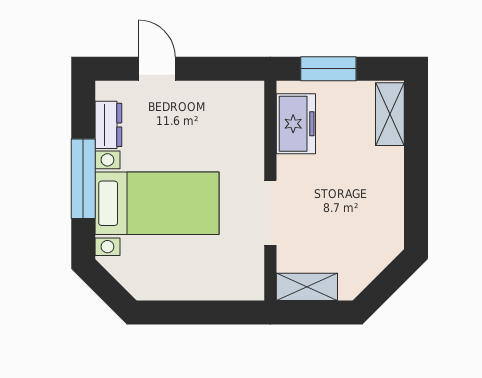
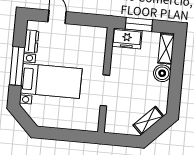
freezer: (296, 124) -> (127, 38), moved, turned 90
boiler: (386, 166) -> (162, 73), added
shelving: (307, 287) -> (148, 121), moved, turned -45

